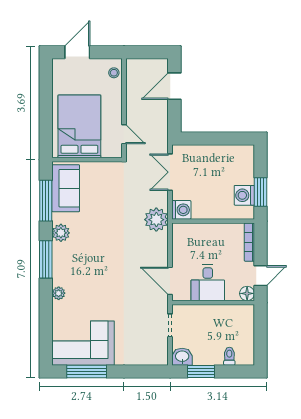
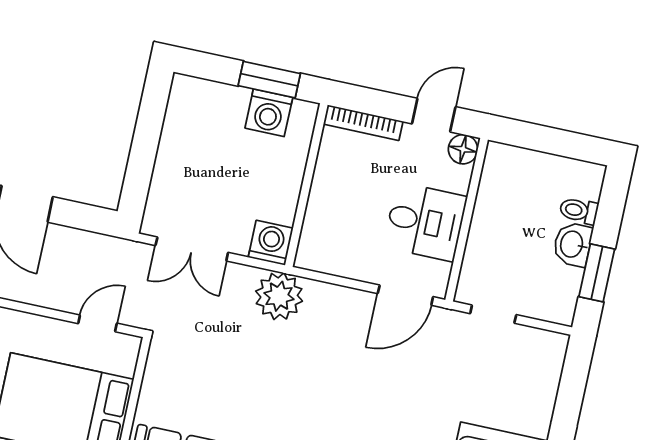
door: (260, 276) -> (434, 115), hinge flipped
washbasin: (182, 357) -> (573, 244), moved

